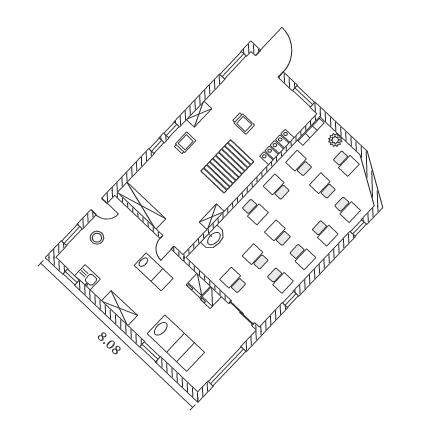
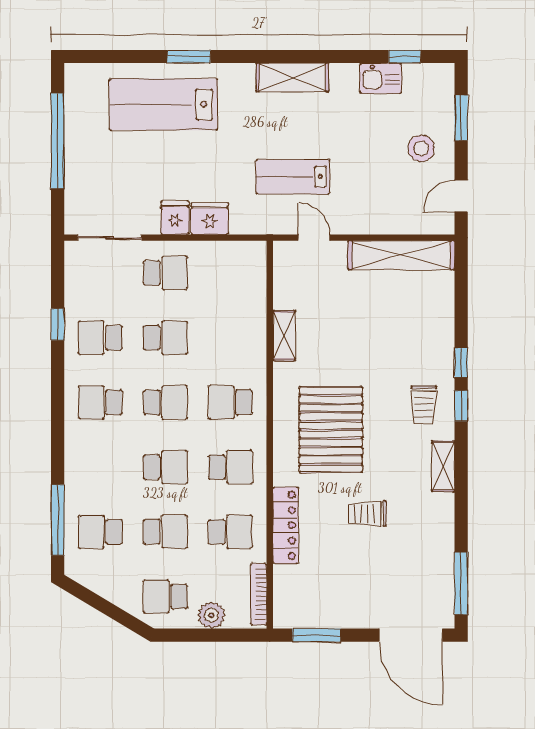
window: (358, 228) -> (58, 520), width x2.17
school desk: (324, 233) -> (165, 467), moved, turned 180
washbasin: (214, 238) -> (252, 307), removed

